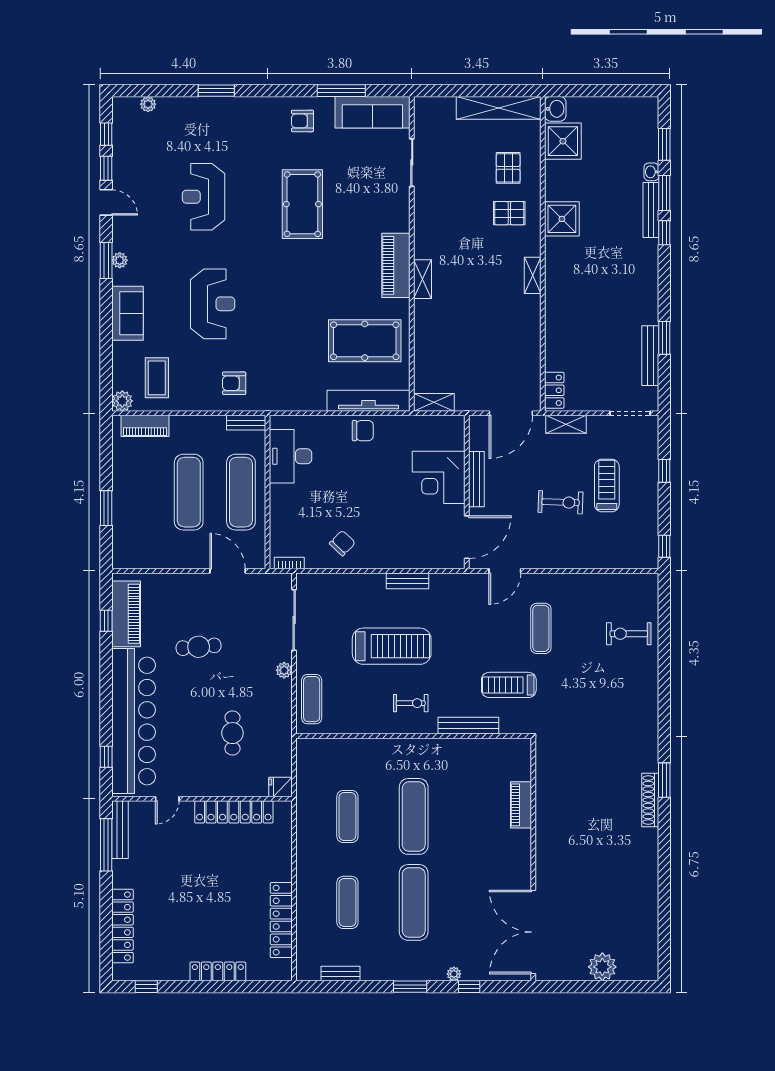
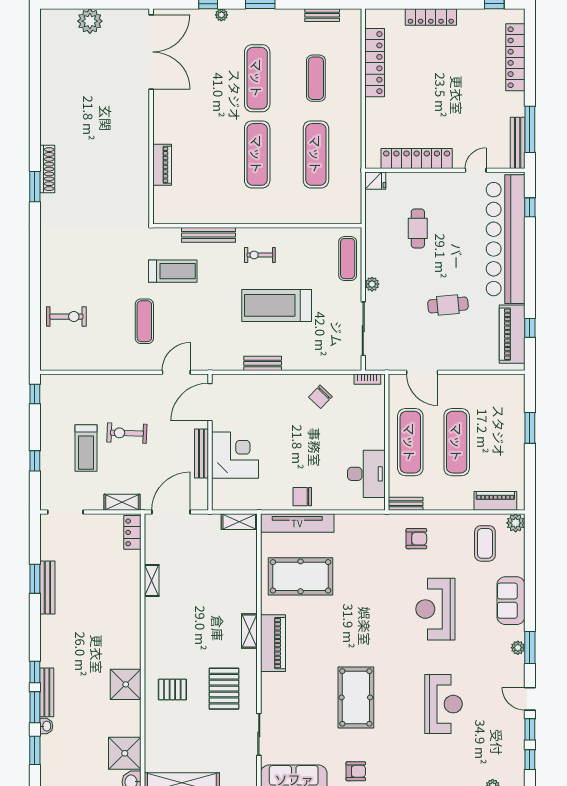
pallet: (508, 168) -> (224, 689), moved, width x1.50, depth x1.42
shelving: (533, 275) -> (152, 580), moved
bench: (650, 356) -> (47, 587), moved
exercise mat: (347, 816) -> (316, 154), width x1.36, depth x1.45

